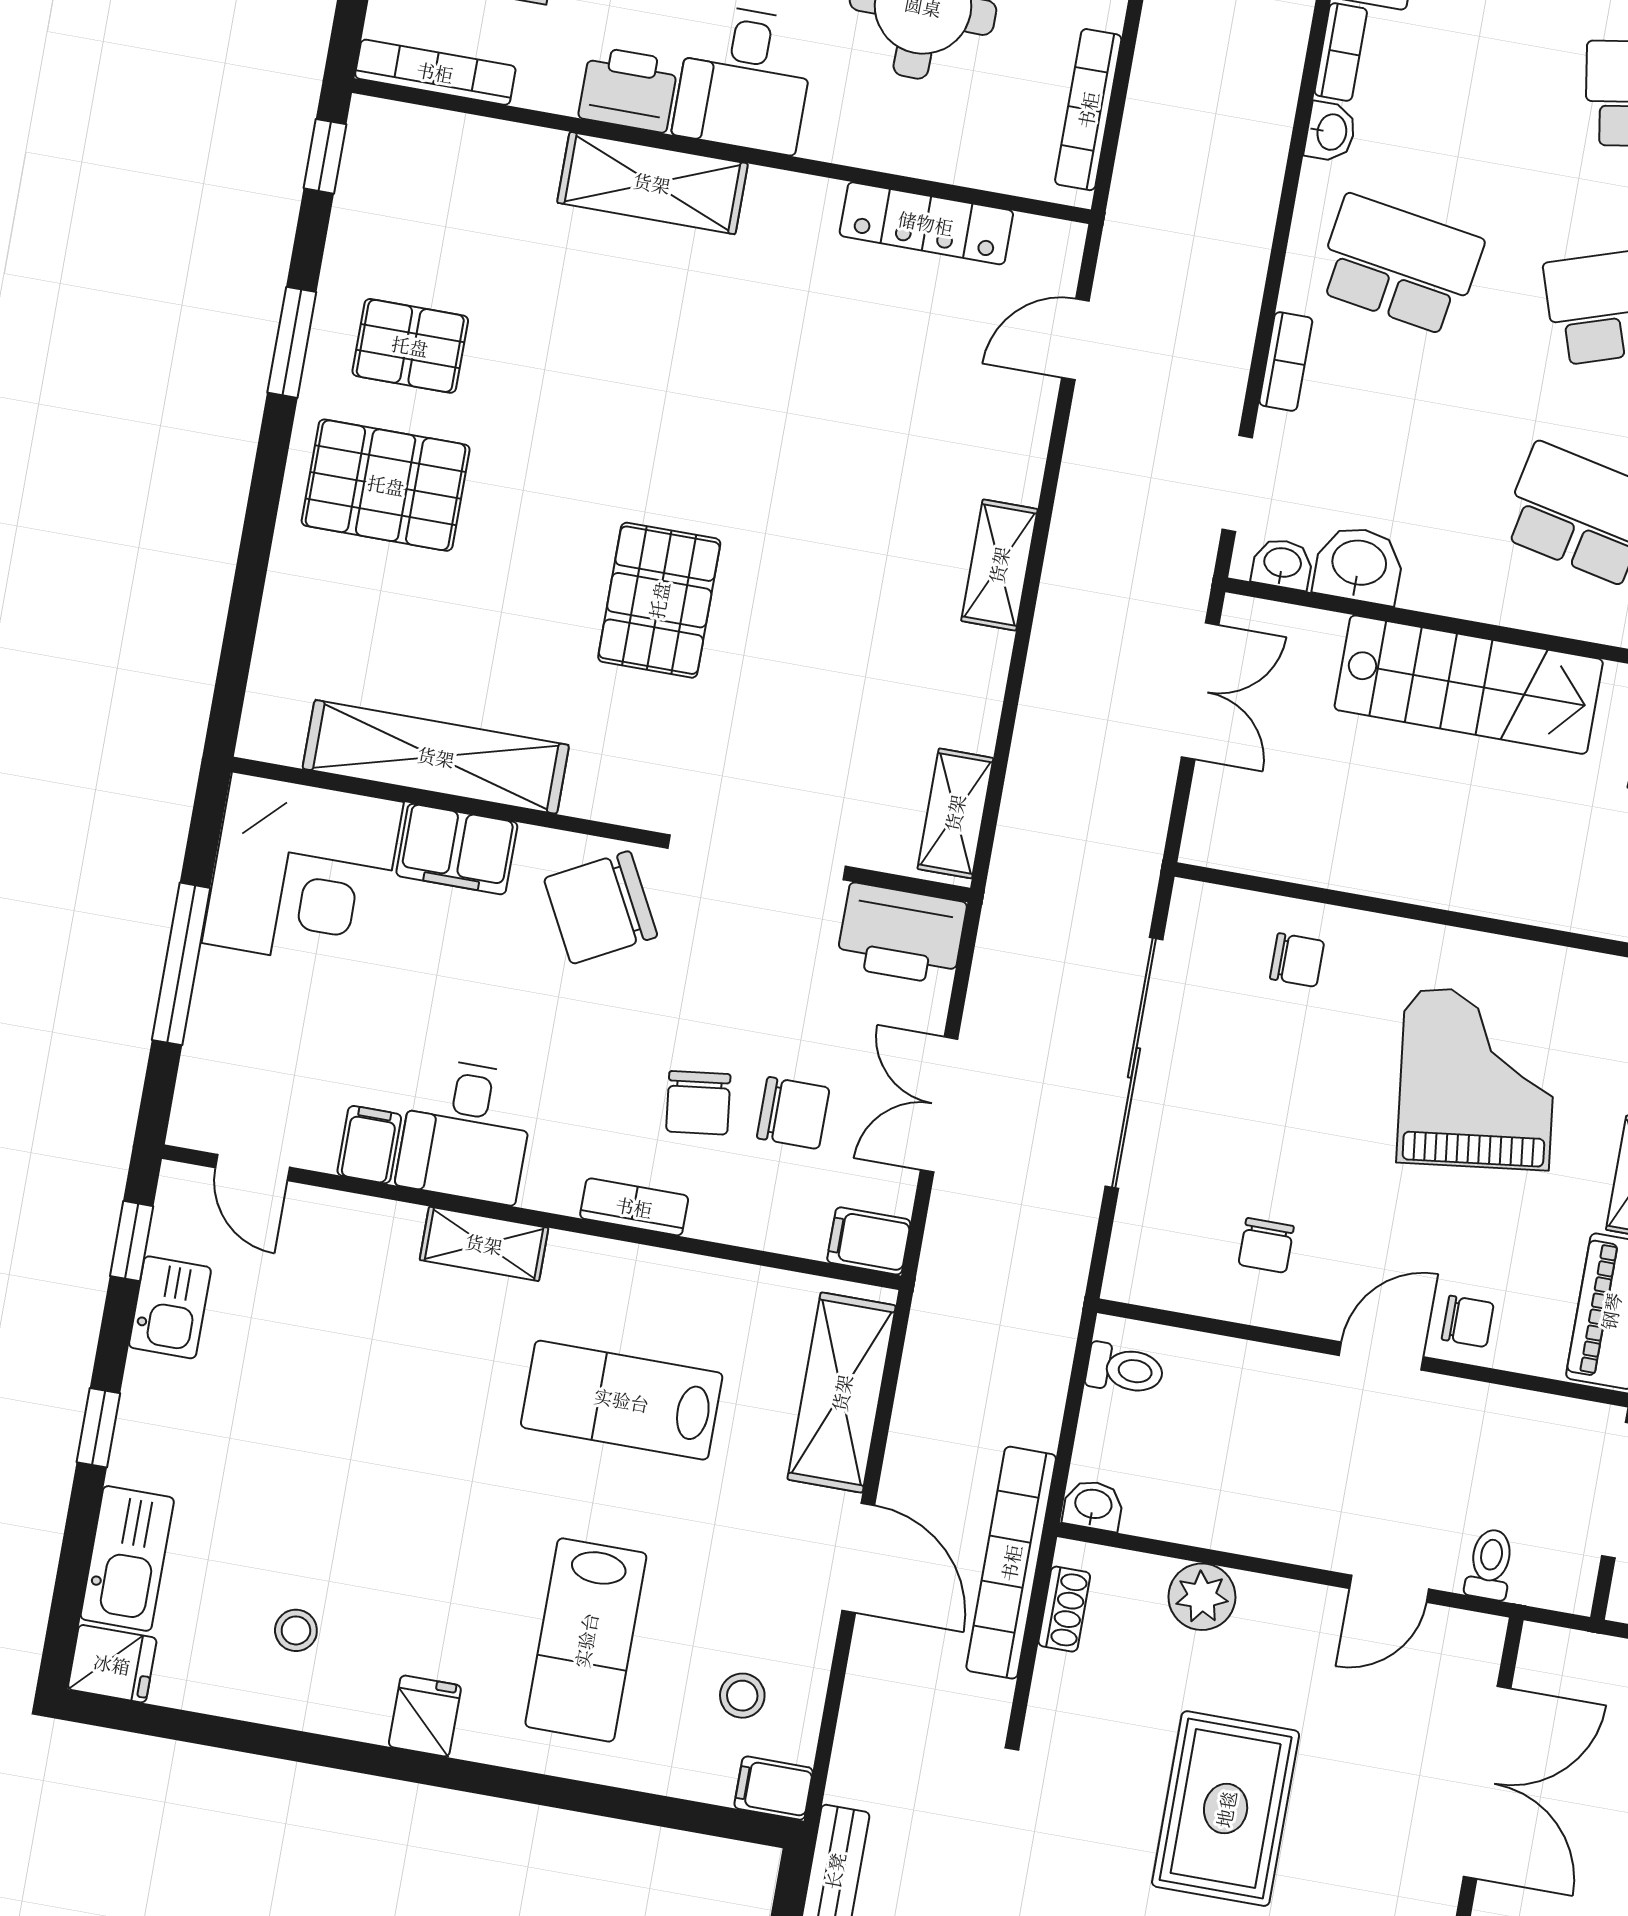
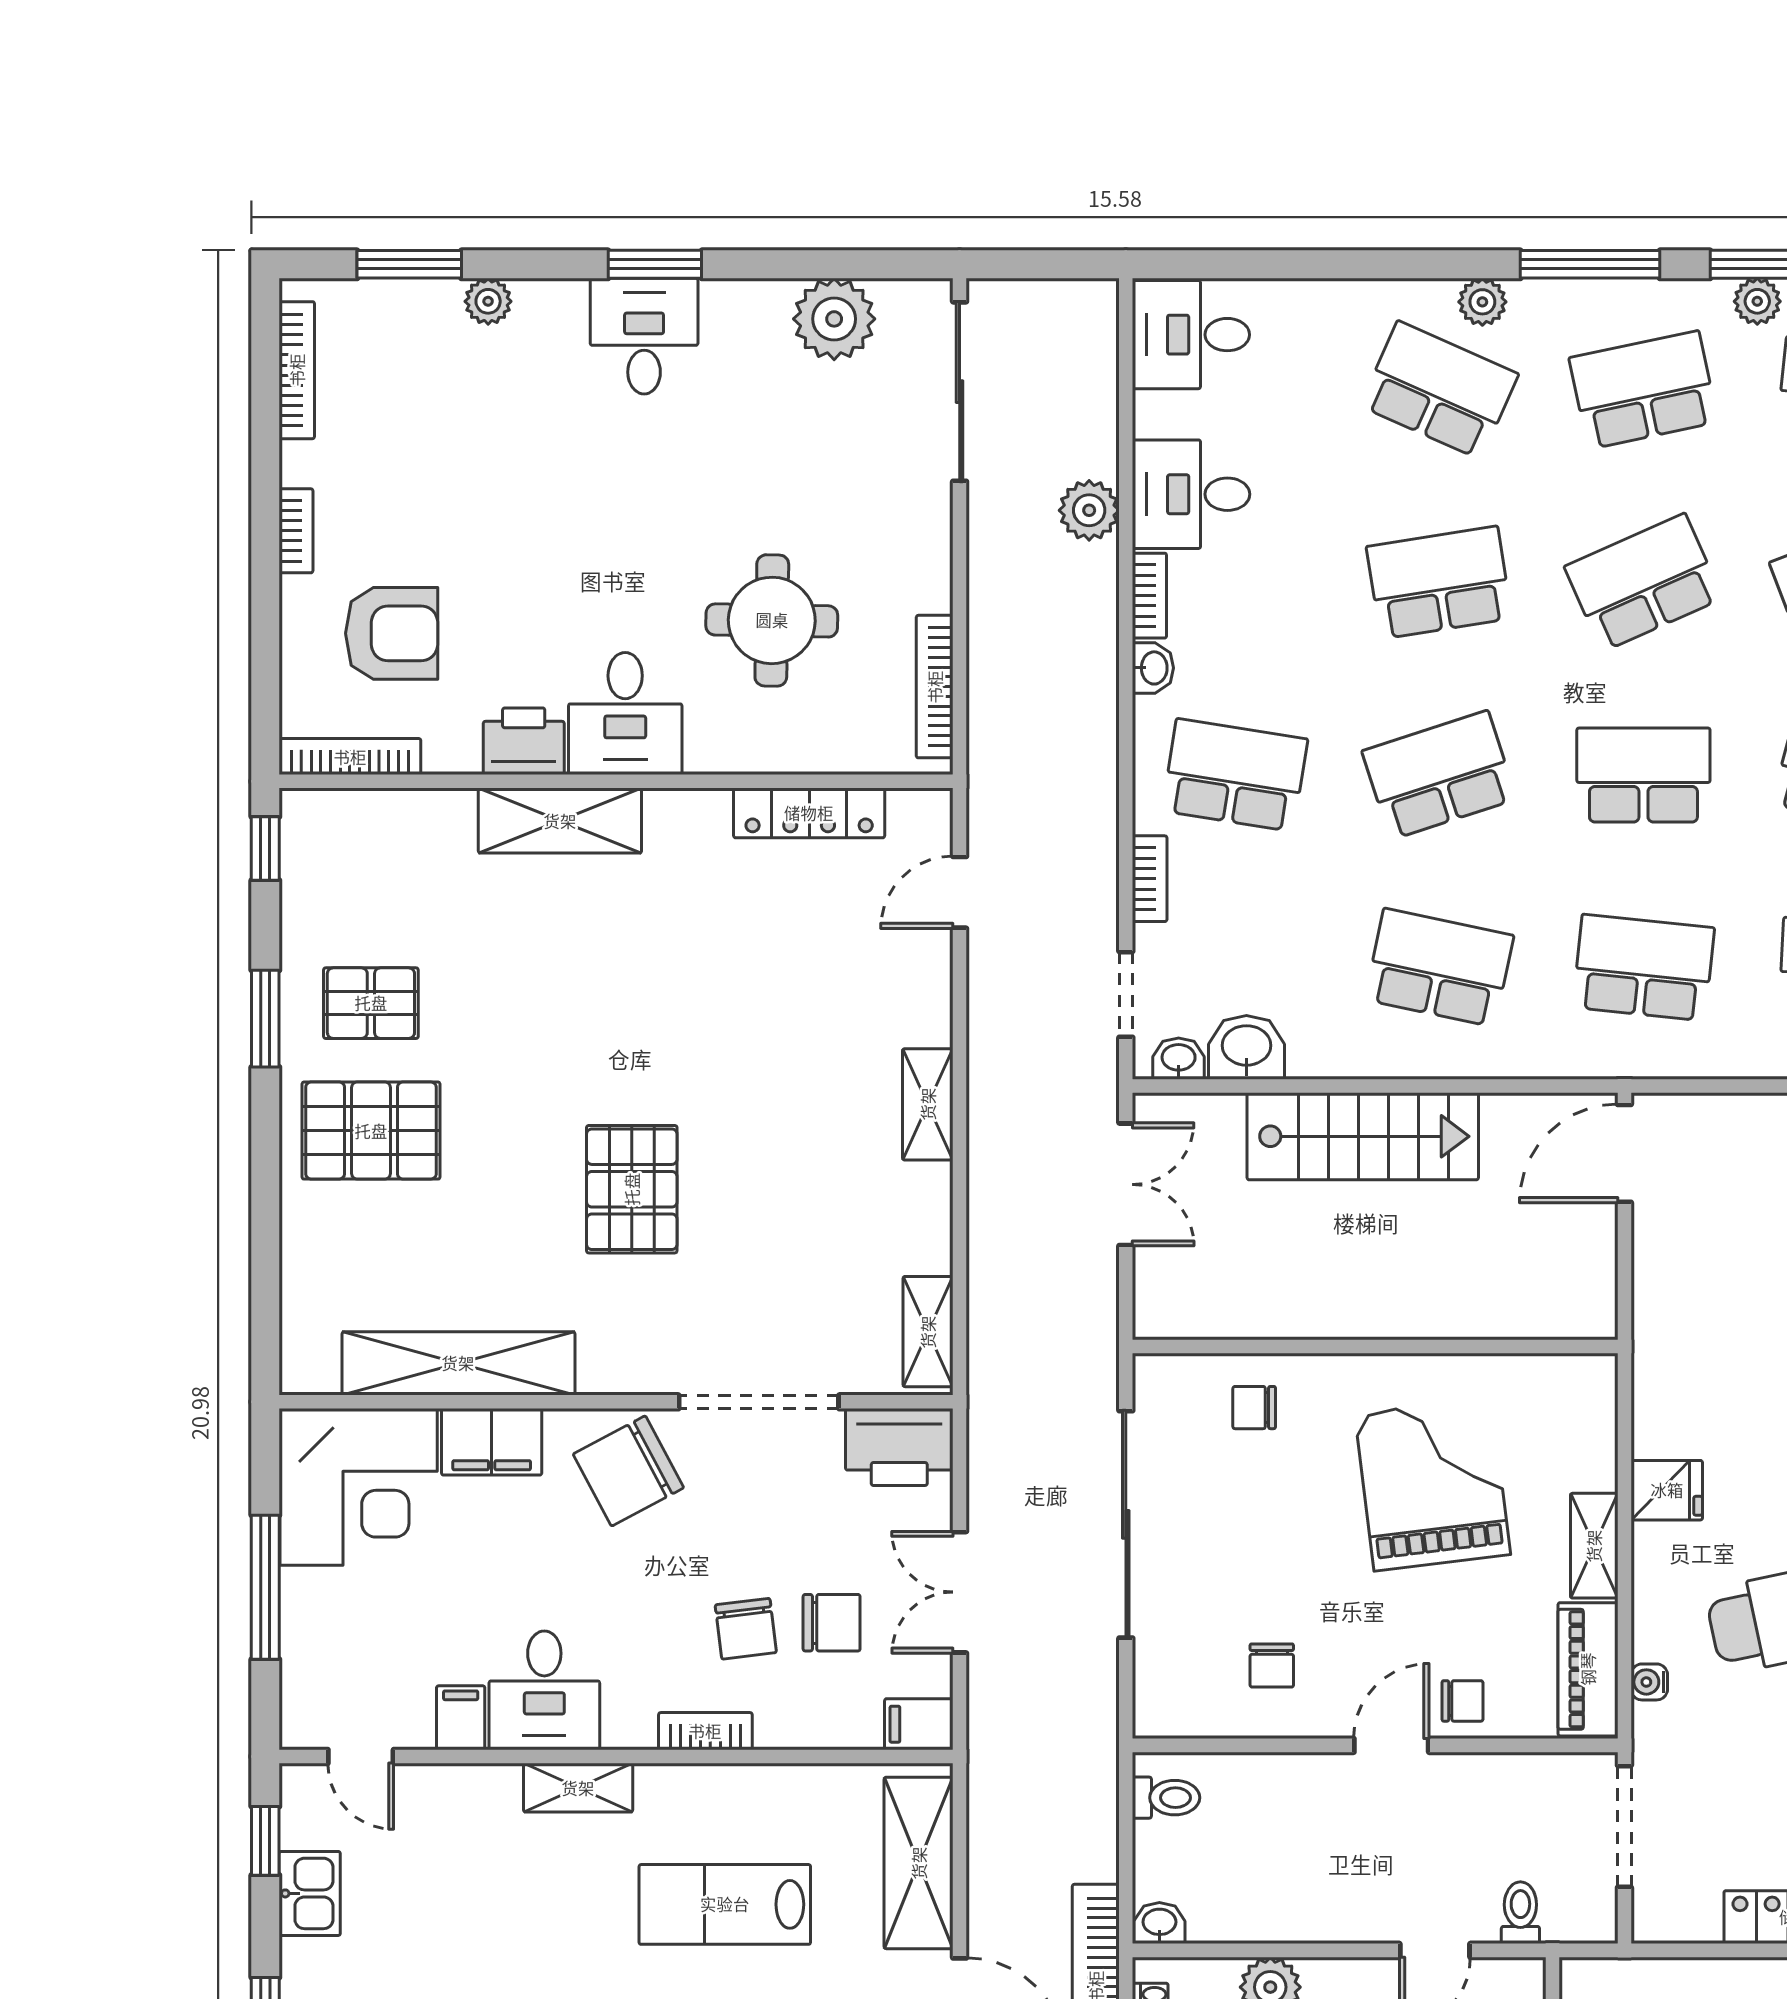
chair: (1297, 960) -> (1254, 1408), turned 180

